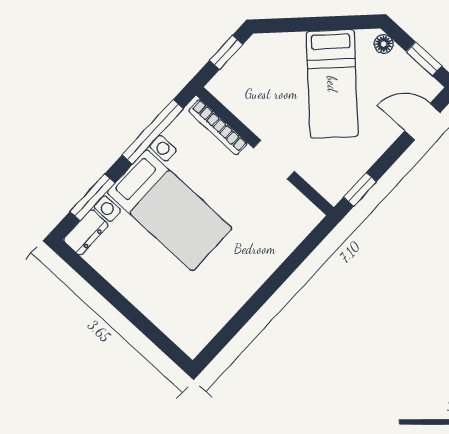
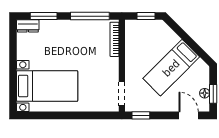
floor lamp: (384, 44) -> (205, 93), moved
doorway: (274, 160) -> (122, 94), moved
bed with nightstands: (170, 210) -> (47, 86), moved, turned -90

